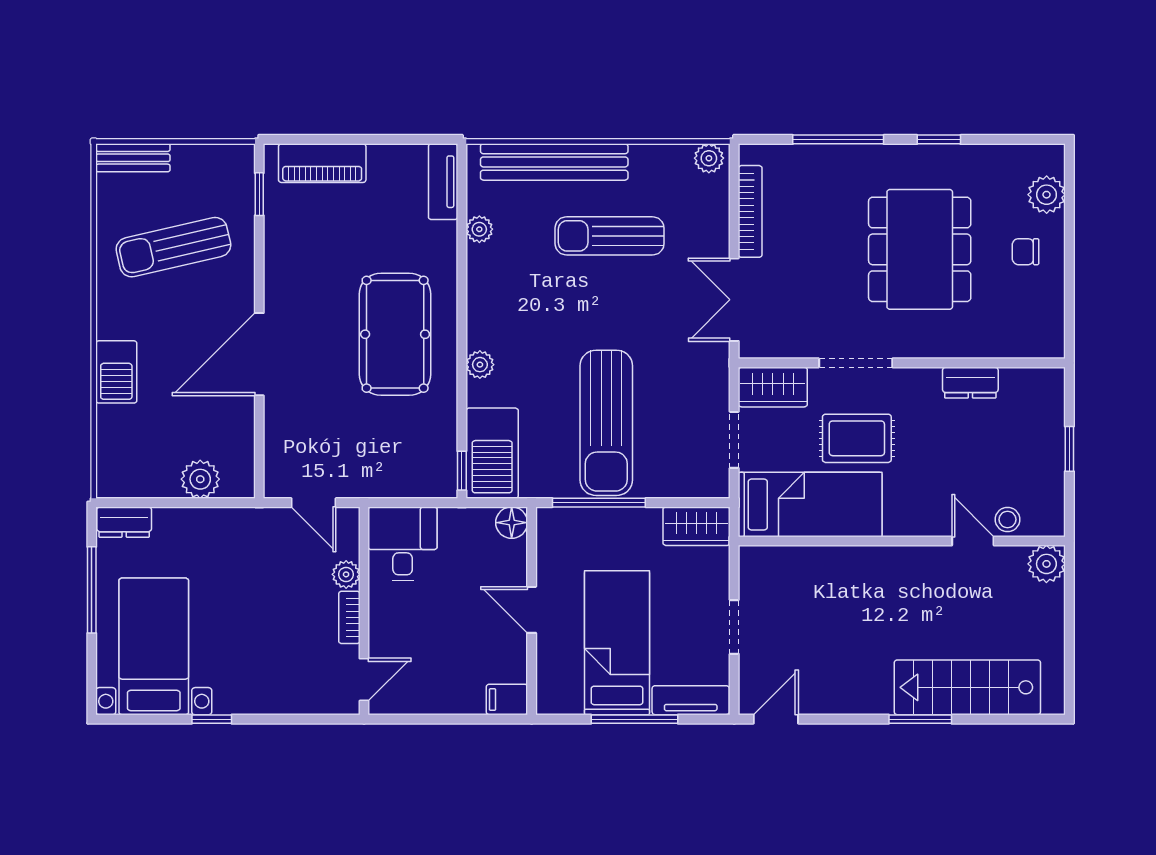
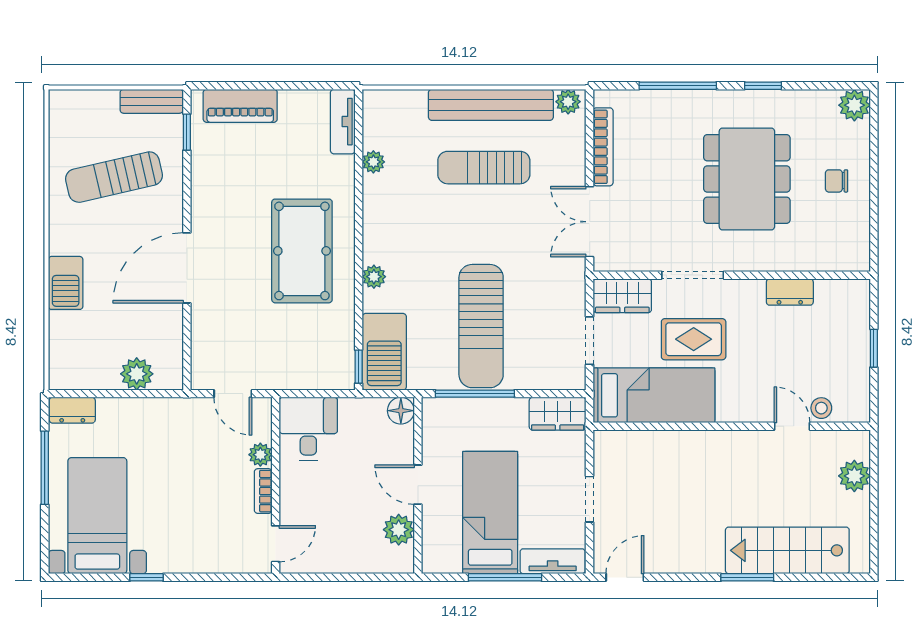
bench: (133, 158) -> (152, 101), moved
bench: (554, 162) -> (491, 105), moved
plant: (1047, 195) -> (854, 105), moved
plant: (1046, 564) -> (854, 476), moved
plant: (509, 663) -> (399, 530), added
filing cabinet: (507, 699) -> (397, 561), removed

